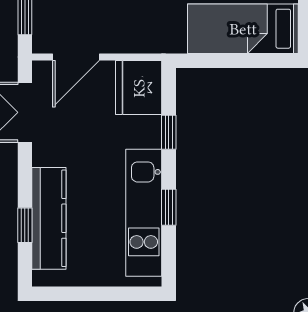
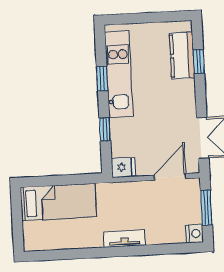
fridge: (139, 88) -> (123, 167), width x0.53, depth x0.75
kitchen counter: (49, 218) -> (182, 56), width x0.67

